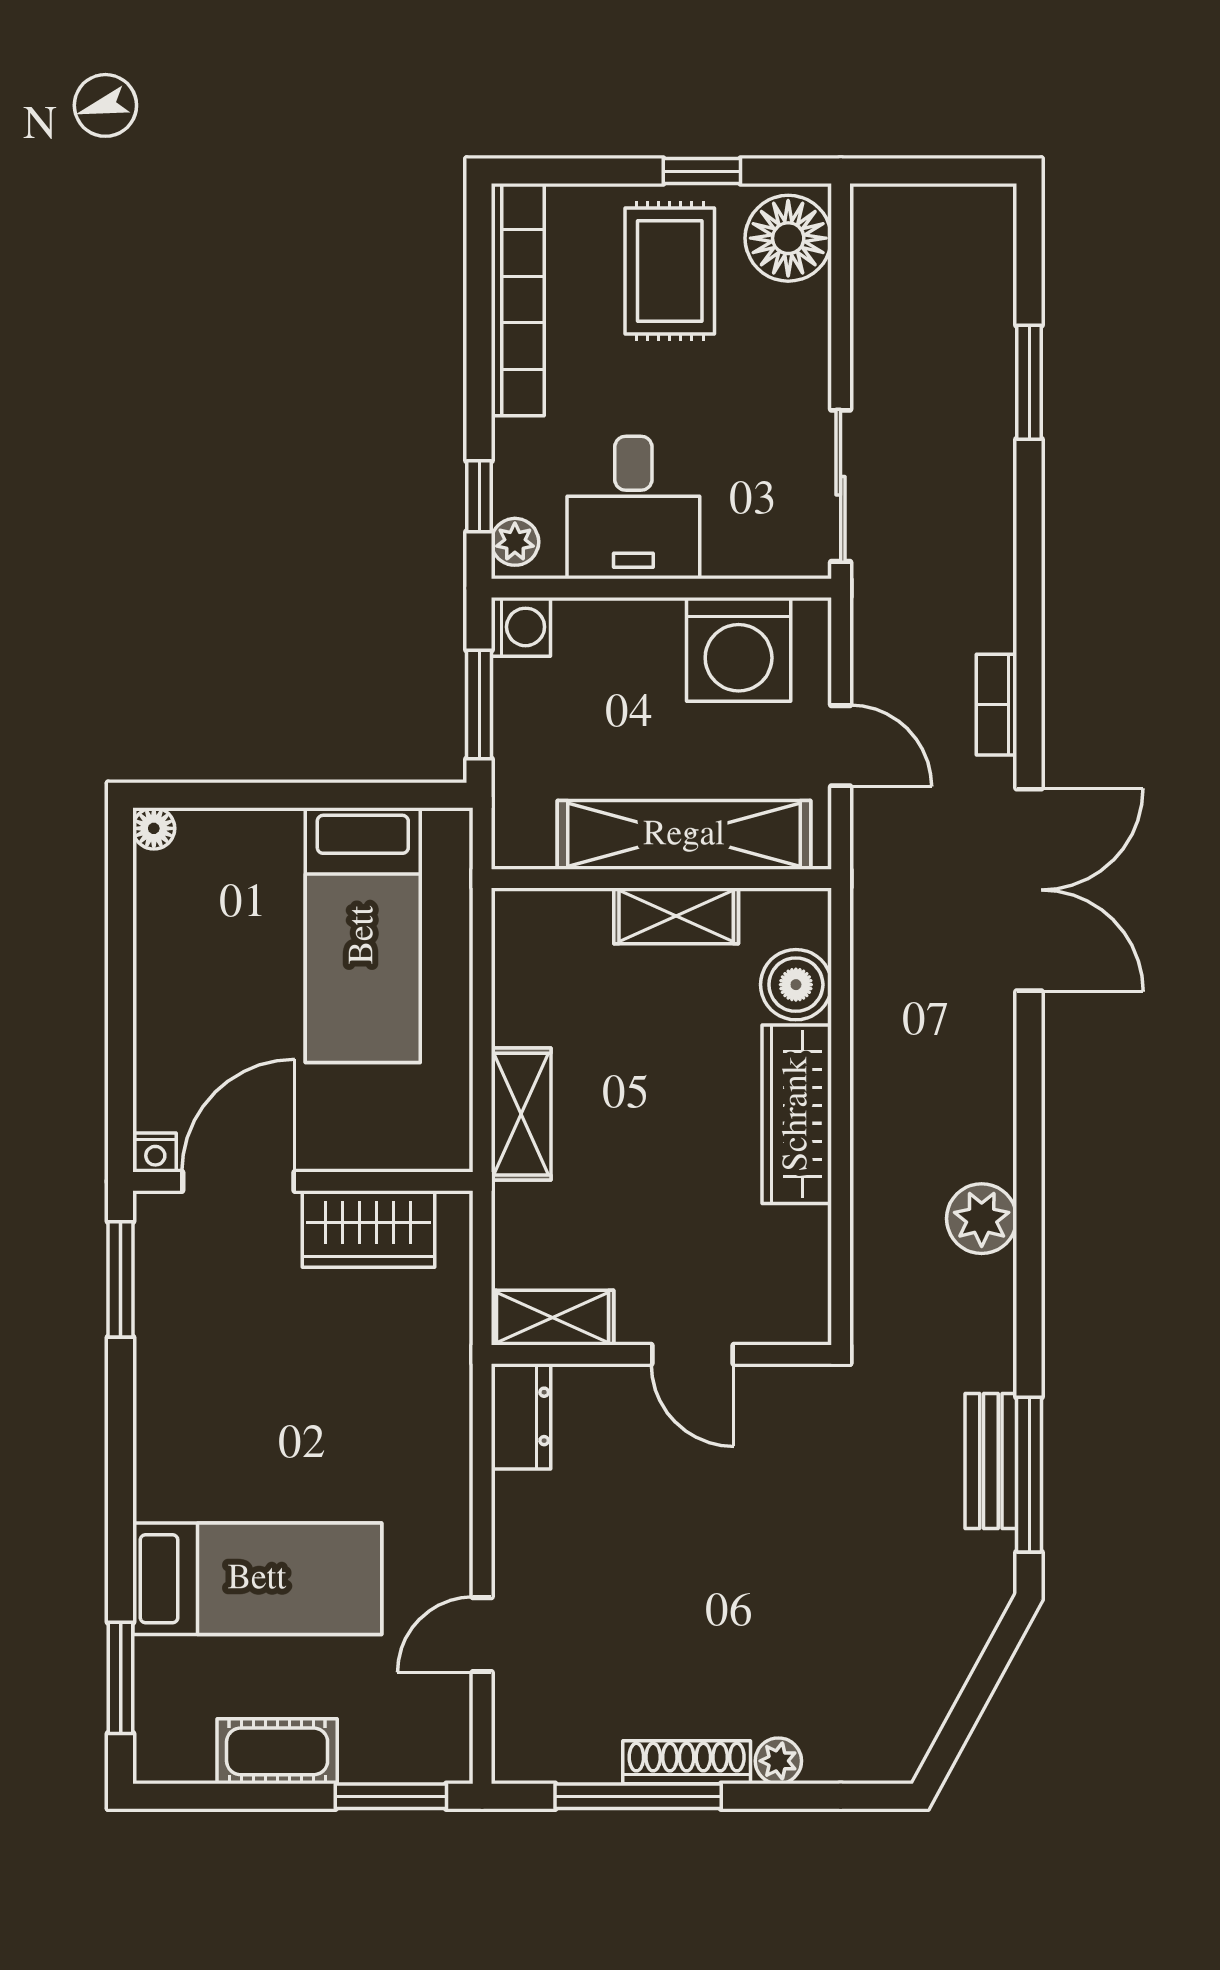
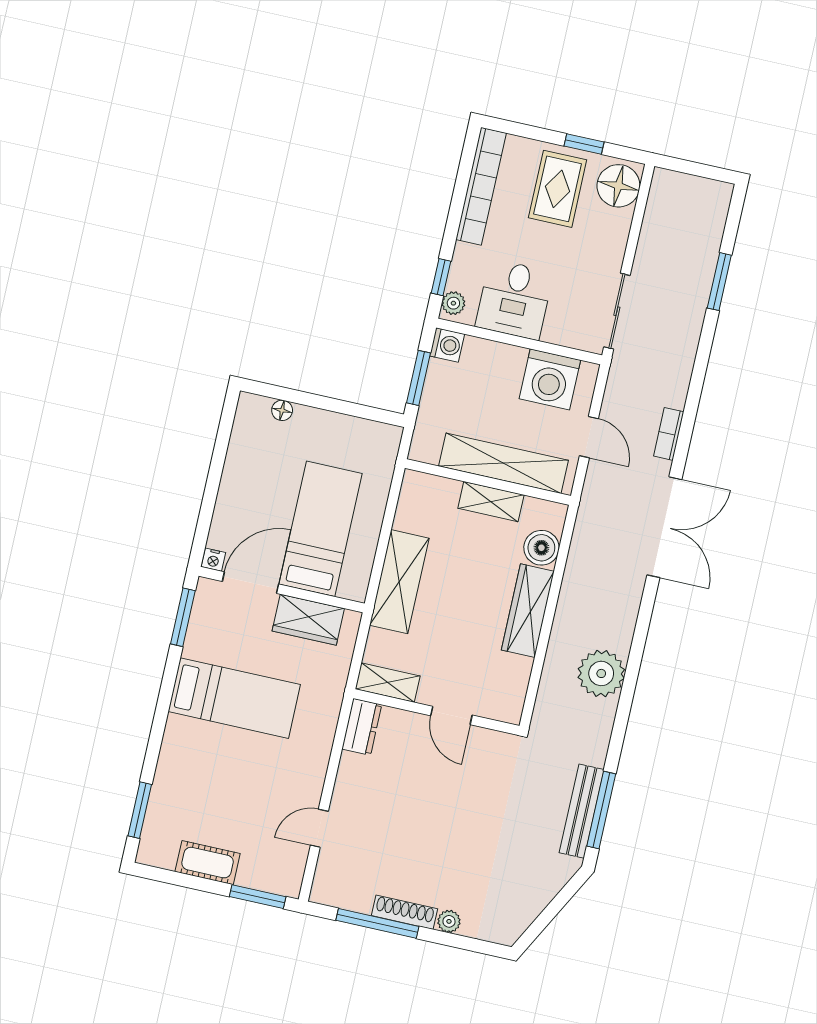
floor lamp: (154, 828) -> (282, 410), moved
bed: (363, 935) -> (321, 529), moved, turned 180
shelving: (521, 1114) -> (399, 582), width x1.50, depth x1.33
plant: (982, 1219) -> (601, 673), width x1.36, depth x1.36
bench: (991, 1461) -> (582, 811), width x1.36
bed: (257, 1579) -> (234, 698), moved

